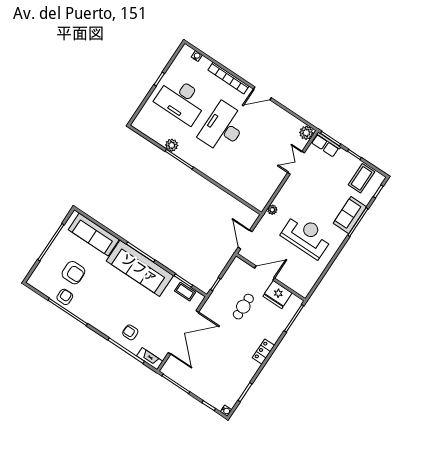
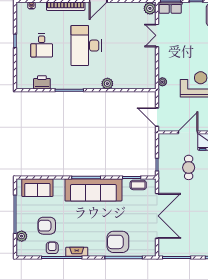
desk: (181, 100) -> (42, 46), width x0.53, depth x0.77
printer: (159, 135) -> (42, 82), added
plant: (172, 145) -> (107, 84), moved
sofa: (94, 235) -> (37, 188), width x0.73
plant: (43, 267) -> (22, 236), added
armchair: (73, 273) -> (47, 226), turned 180
armchair: (130, 332) -> (118, 242), width x1.88, depth x1.88
fireplace: (150, 359) -> (77, 252), moved

